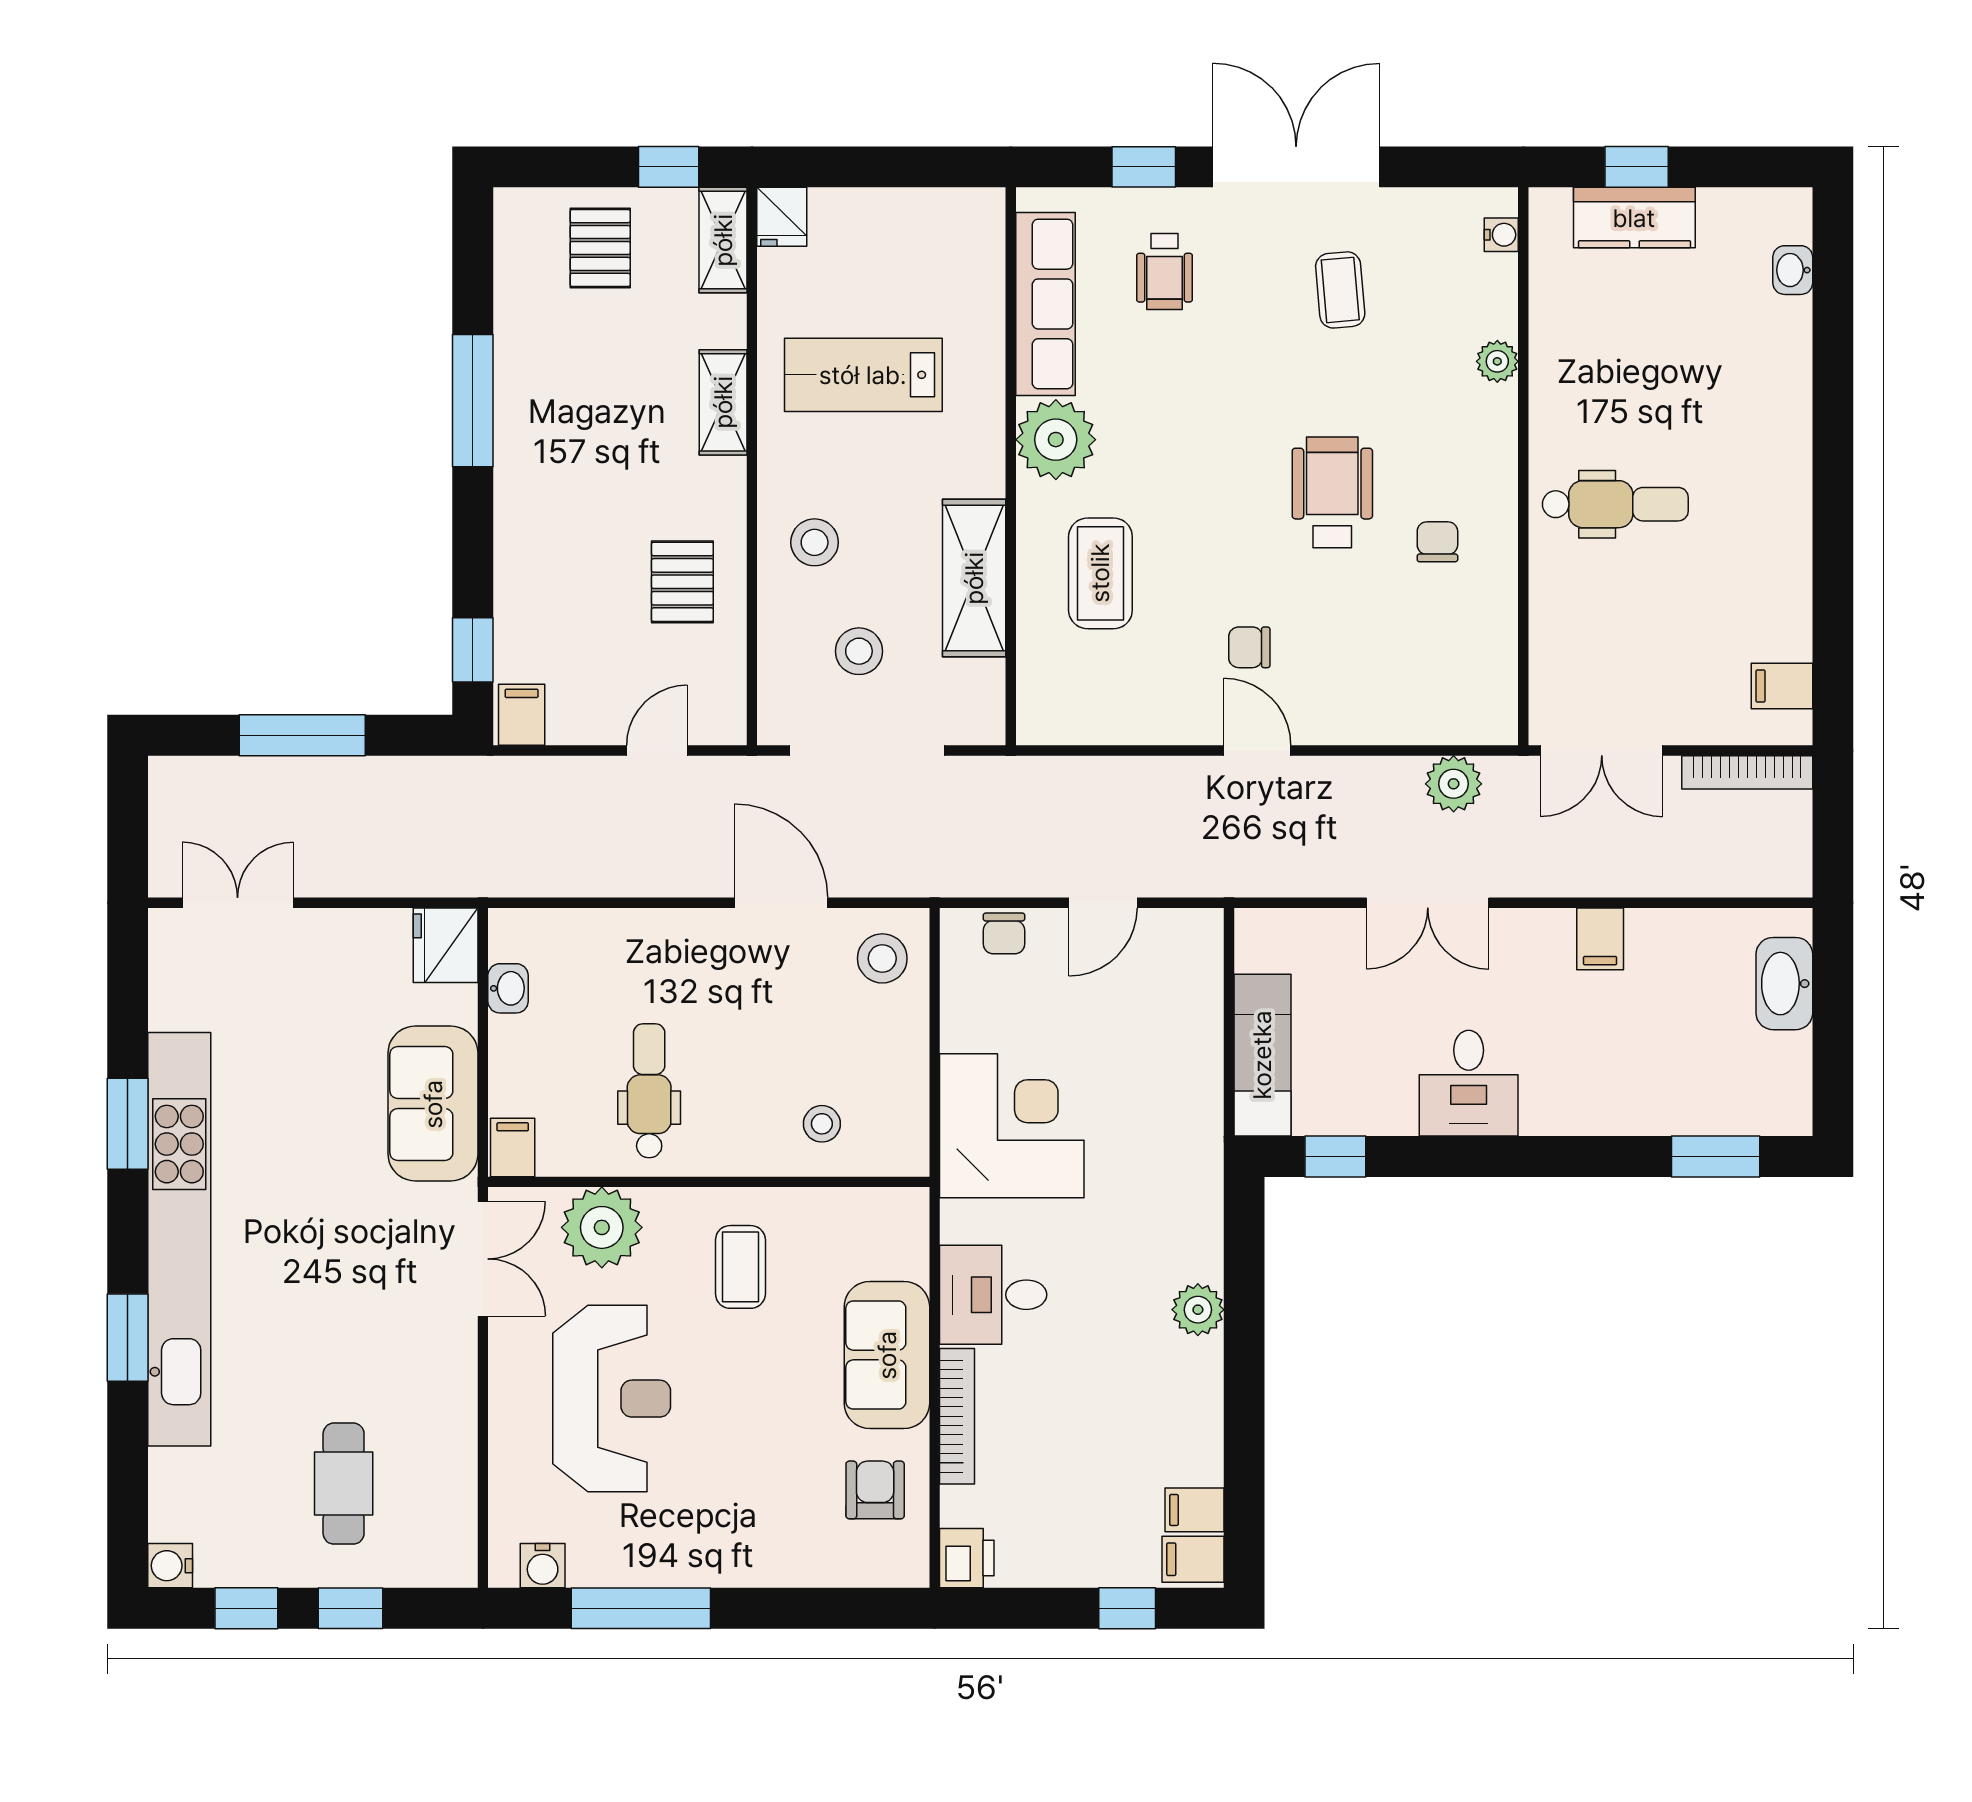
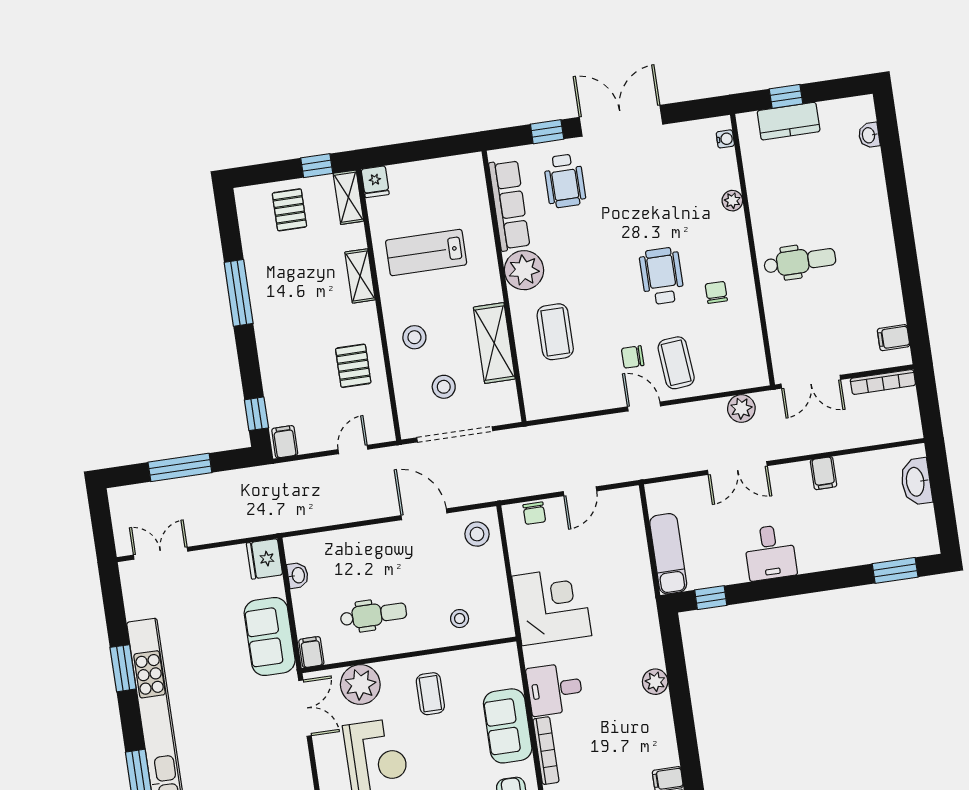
wheelchair: (1165, 272) -> (565, 181), width x1.36, depth x1.37
coffee table: (1340, 290) -> (676, 363), moved, width x1.36, depth x1.30
dental chair: (649, 1091) -> (373, 615), turned 90

